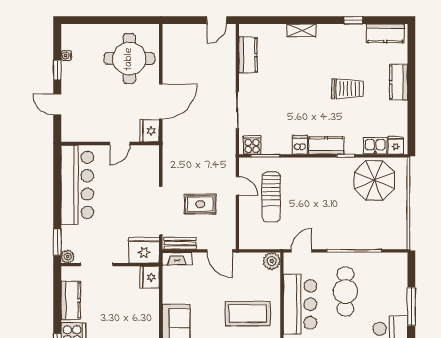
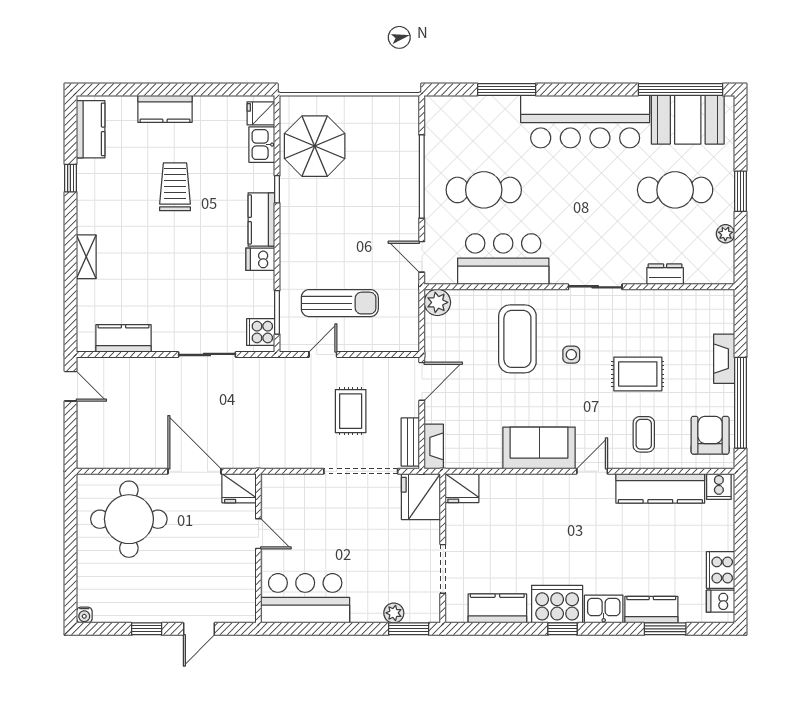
water cooler: (66, 56) -> (84, 615), moved
bar counter: (77, 185) -> (305, 598), width x0.73
plant: (68, 257) -> (394, 613), moved

